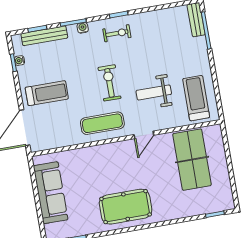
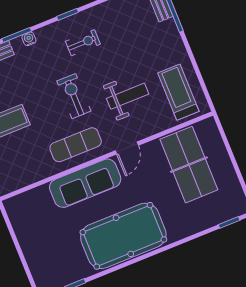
exercise bike: (117, 33) -> (83, 43), moved
weight bench: (154, 92) -> (128, 96), turned 180
sofa: (51, 193) -> (85, 183), moved, turned 90
pool table: (126, 207) -> (123, 236), width x1.36, depth x1.32

